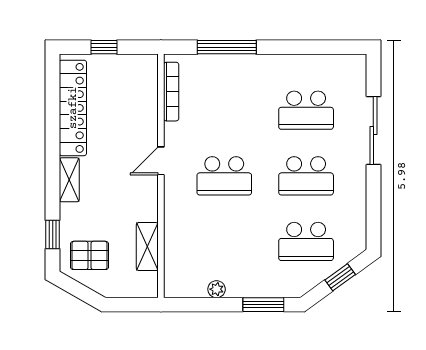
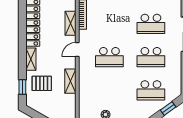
shelving: (147, 109) -> (71, 23), added
shelving: (147, 247) -> (70, 81), moved
pallet: (90, 255) -> (42, 83), moved

